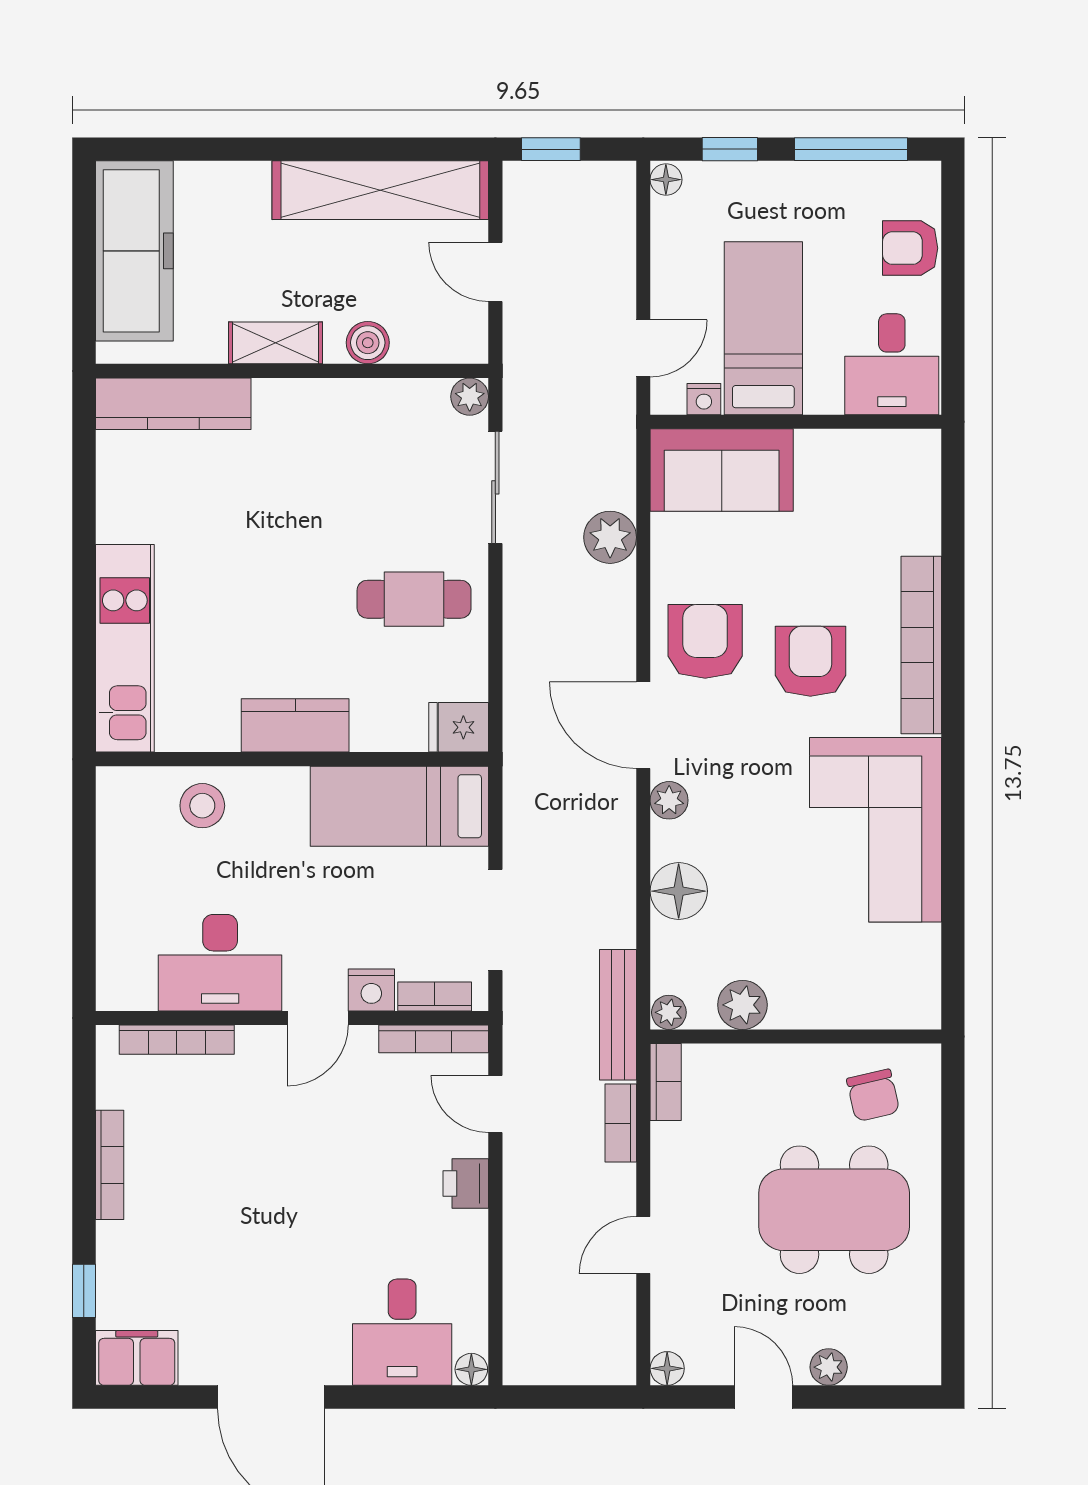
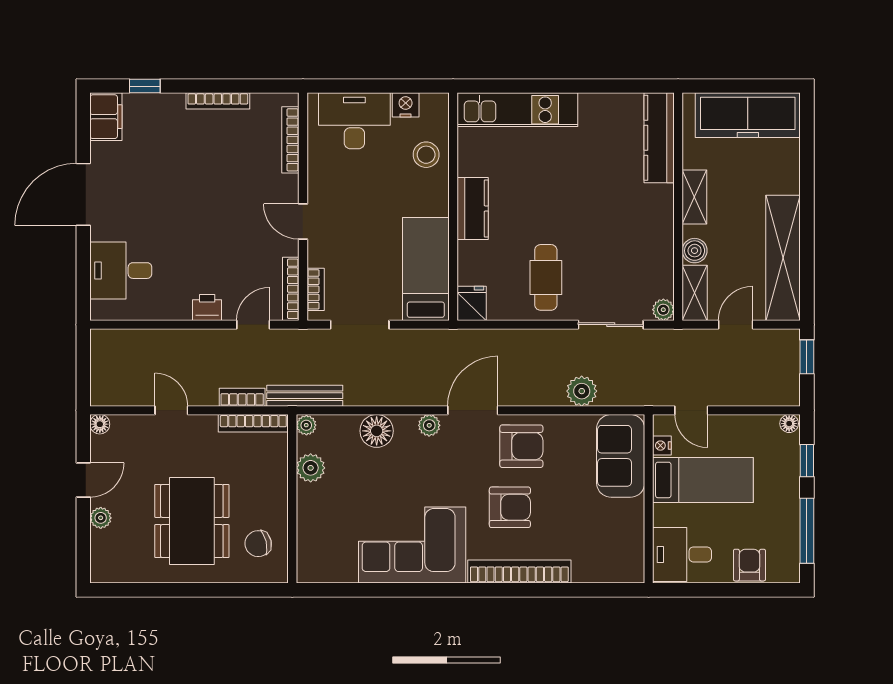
shelving: (441, 342) -> (695, 293), added
desk: (220, 963) -> (354, 121), moved, turned 90
nightstand: (371, 990) -> (406, 105), moved, turned 90
bookcase: (666, 1082) -> (253, 423), width x1.56
floor lamp: (471, 1369) -> (99, 311), removed

